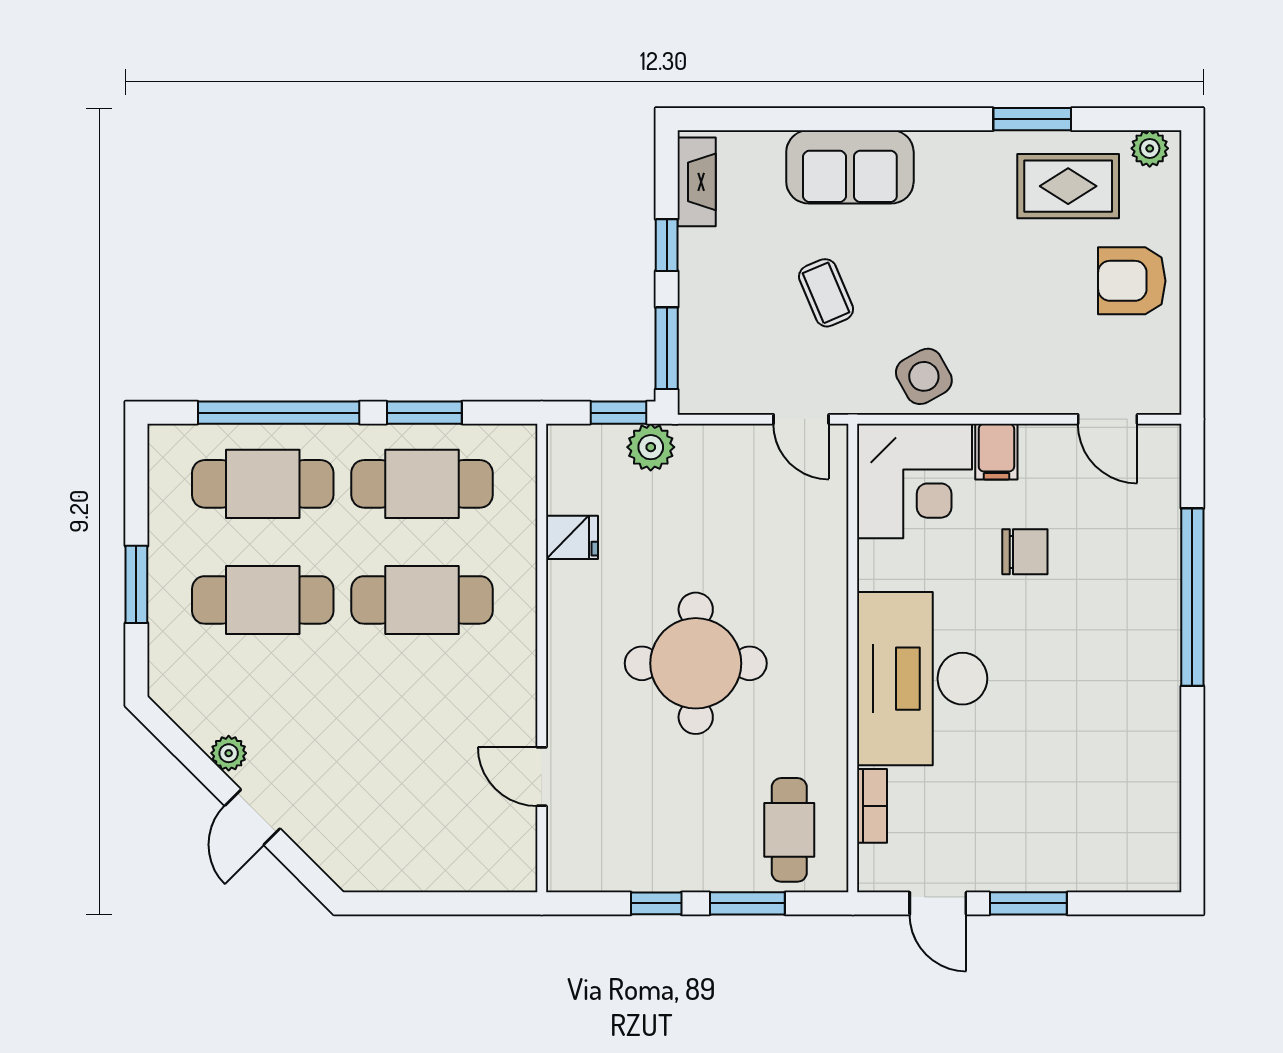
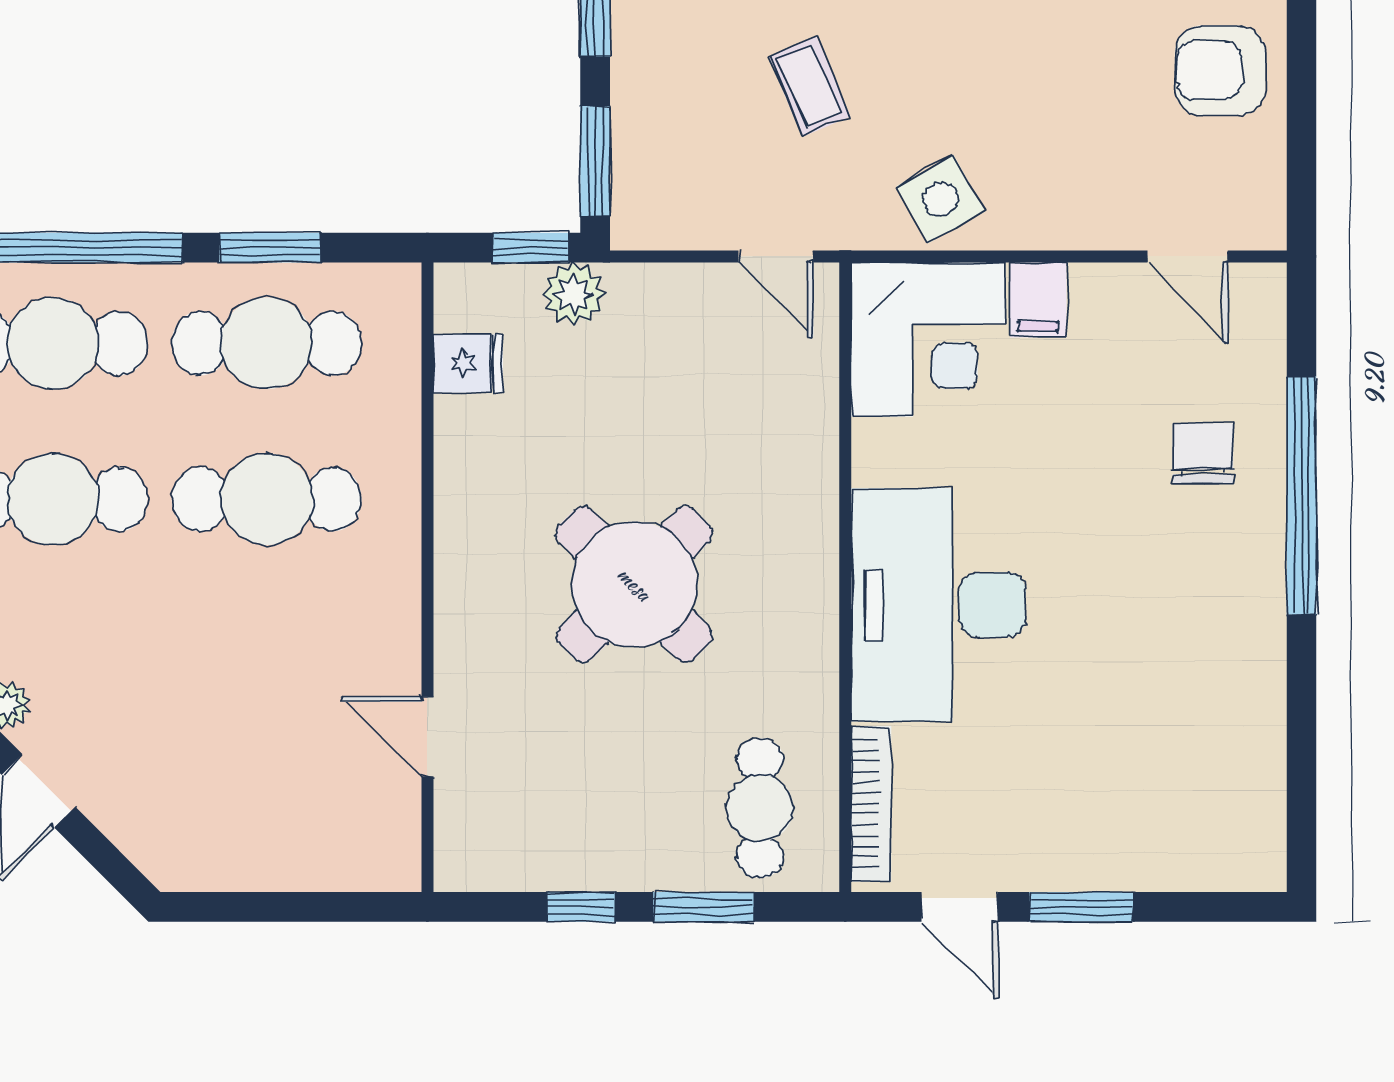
fridge: (572, 537) -> (468, 363), moved
chair: (1025, 552) -> (1203, 454), moved, turned -90
round table: (696, 663) -> (634, 584), turned 45
bookcase: (872, 806) -> (871, 804), width x1.56

